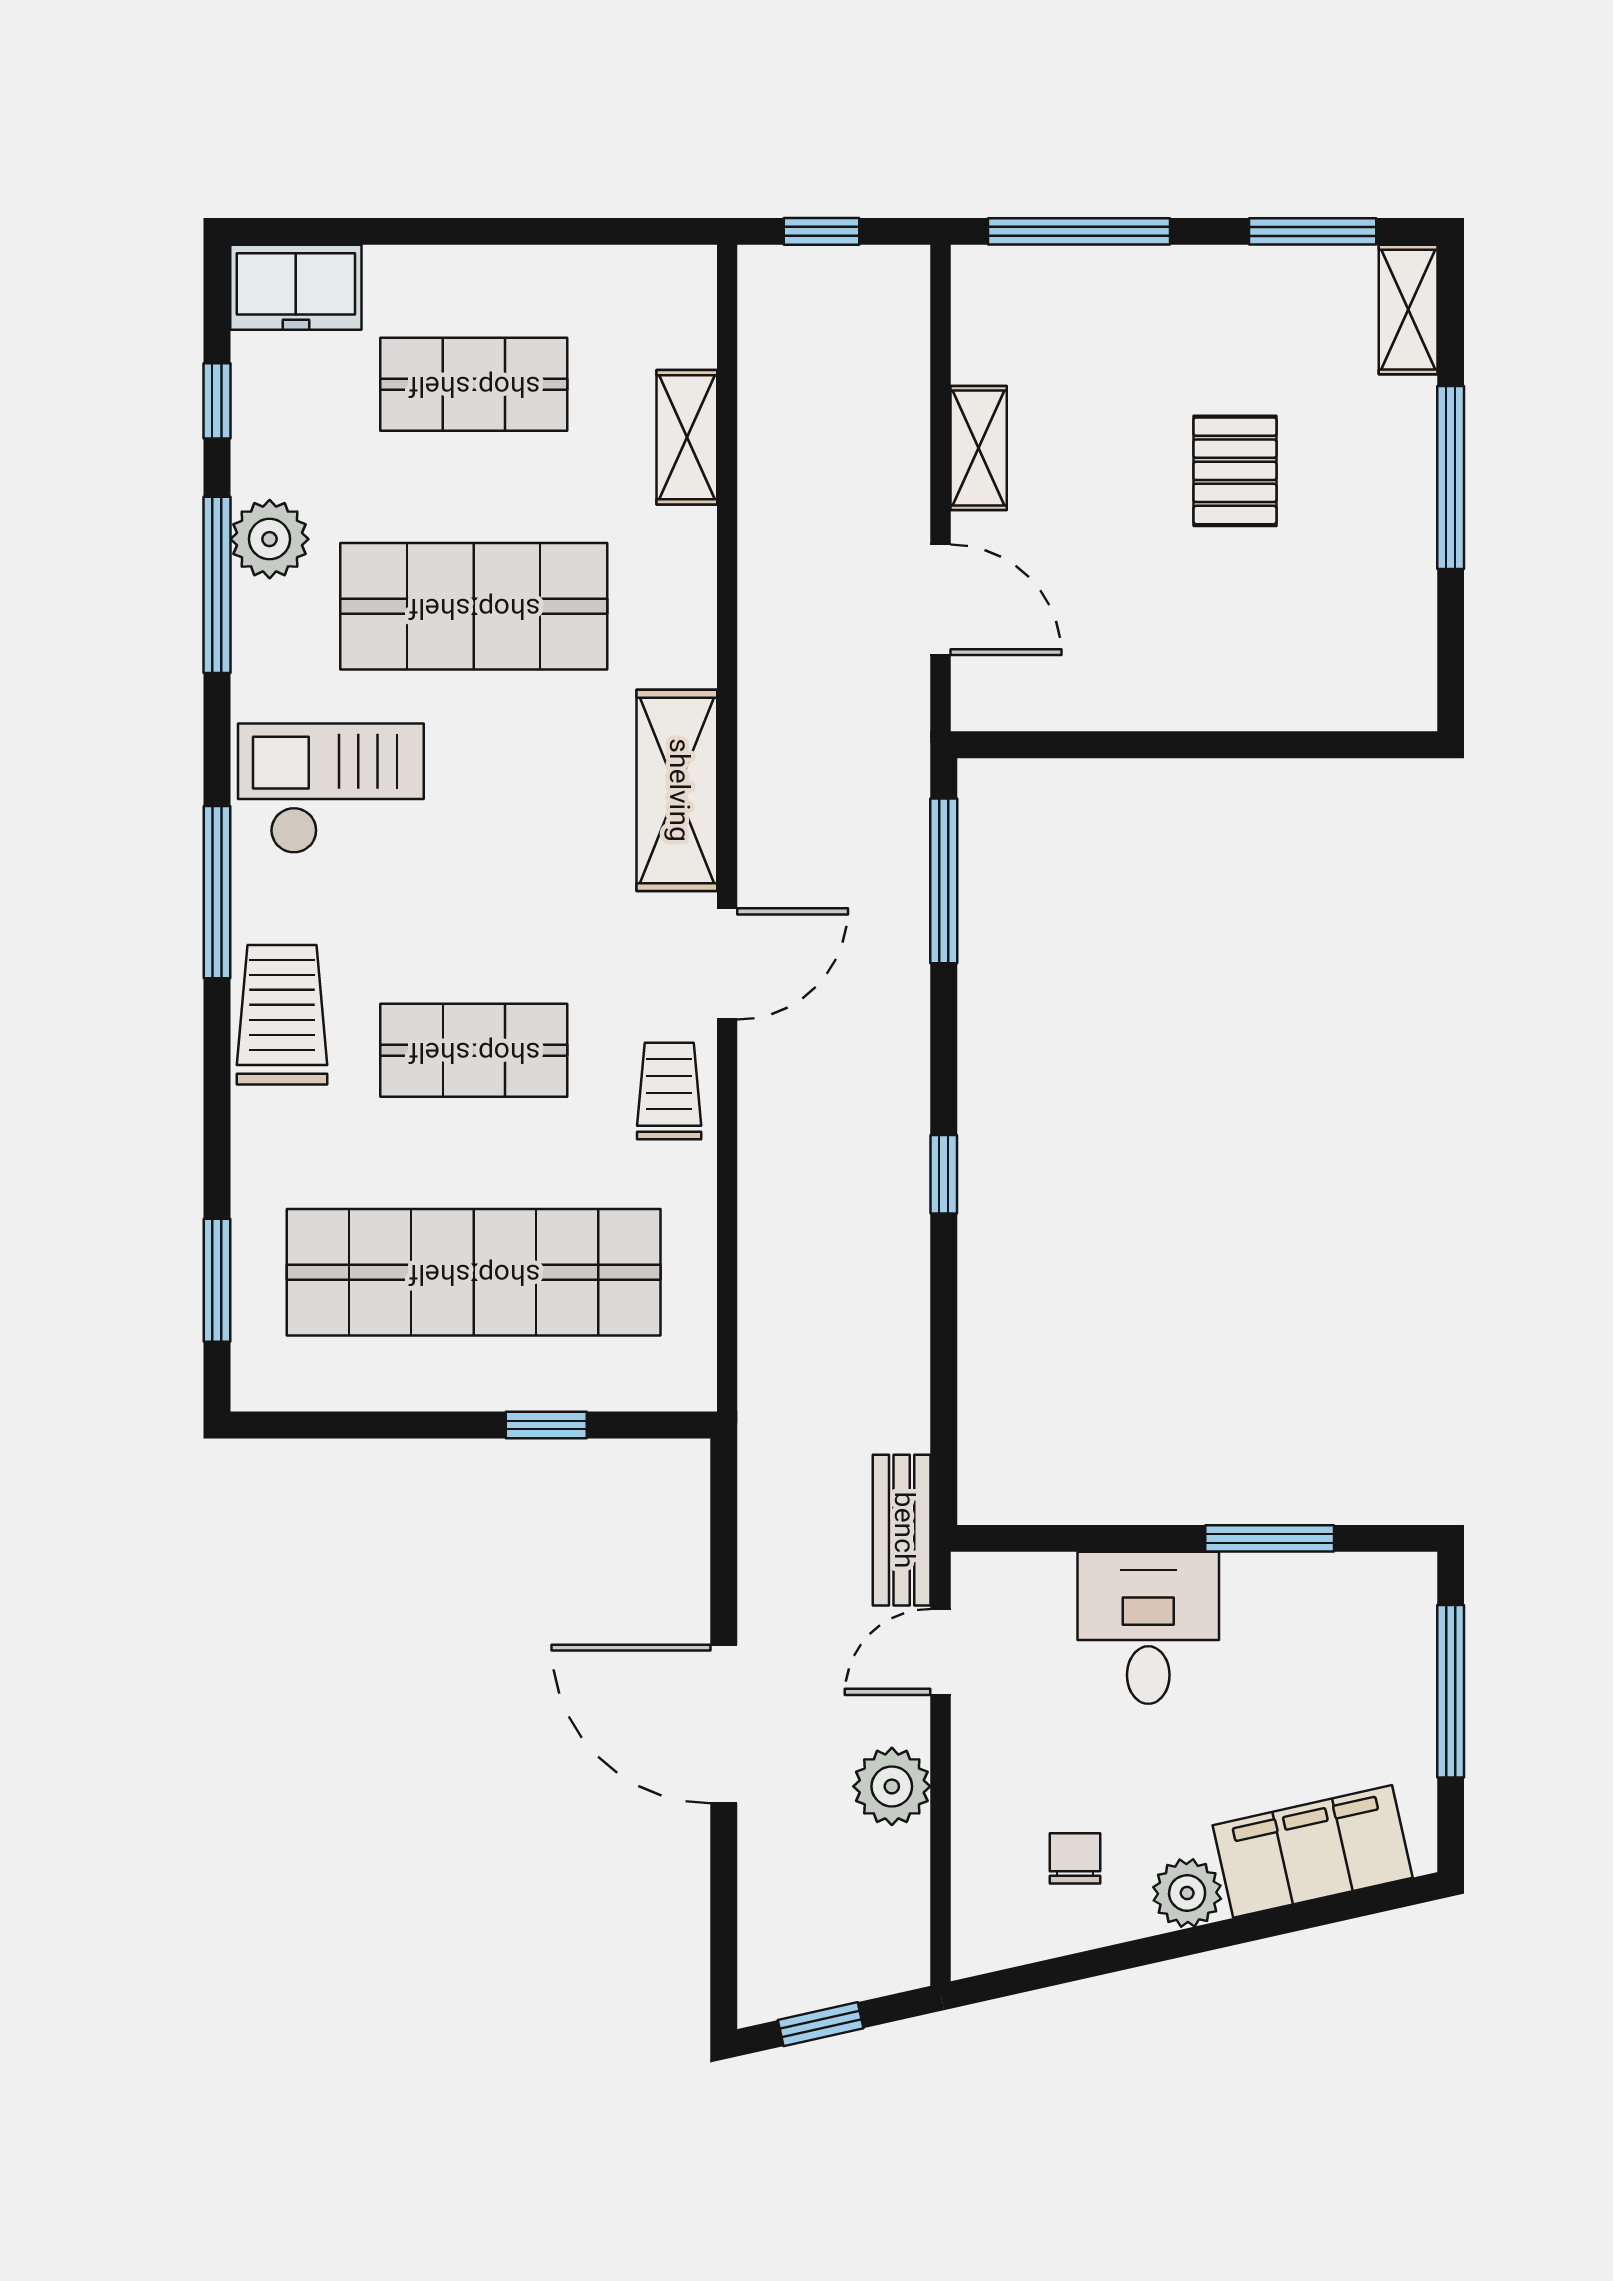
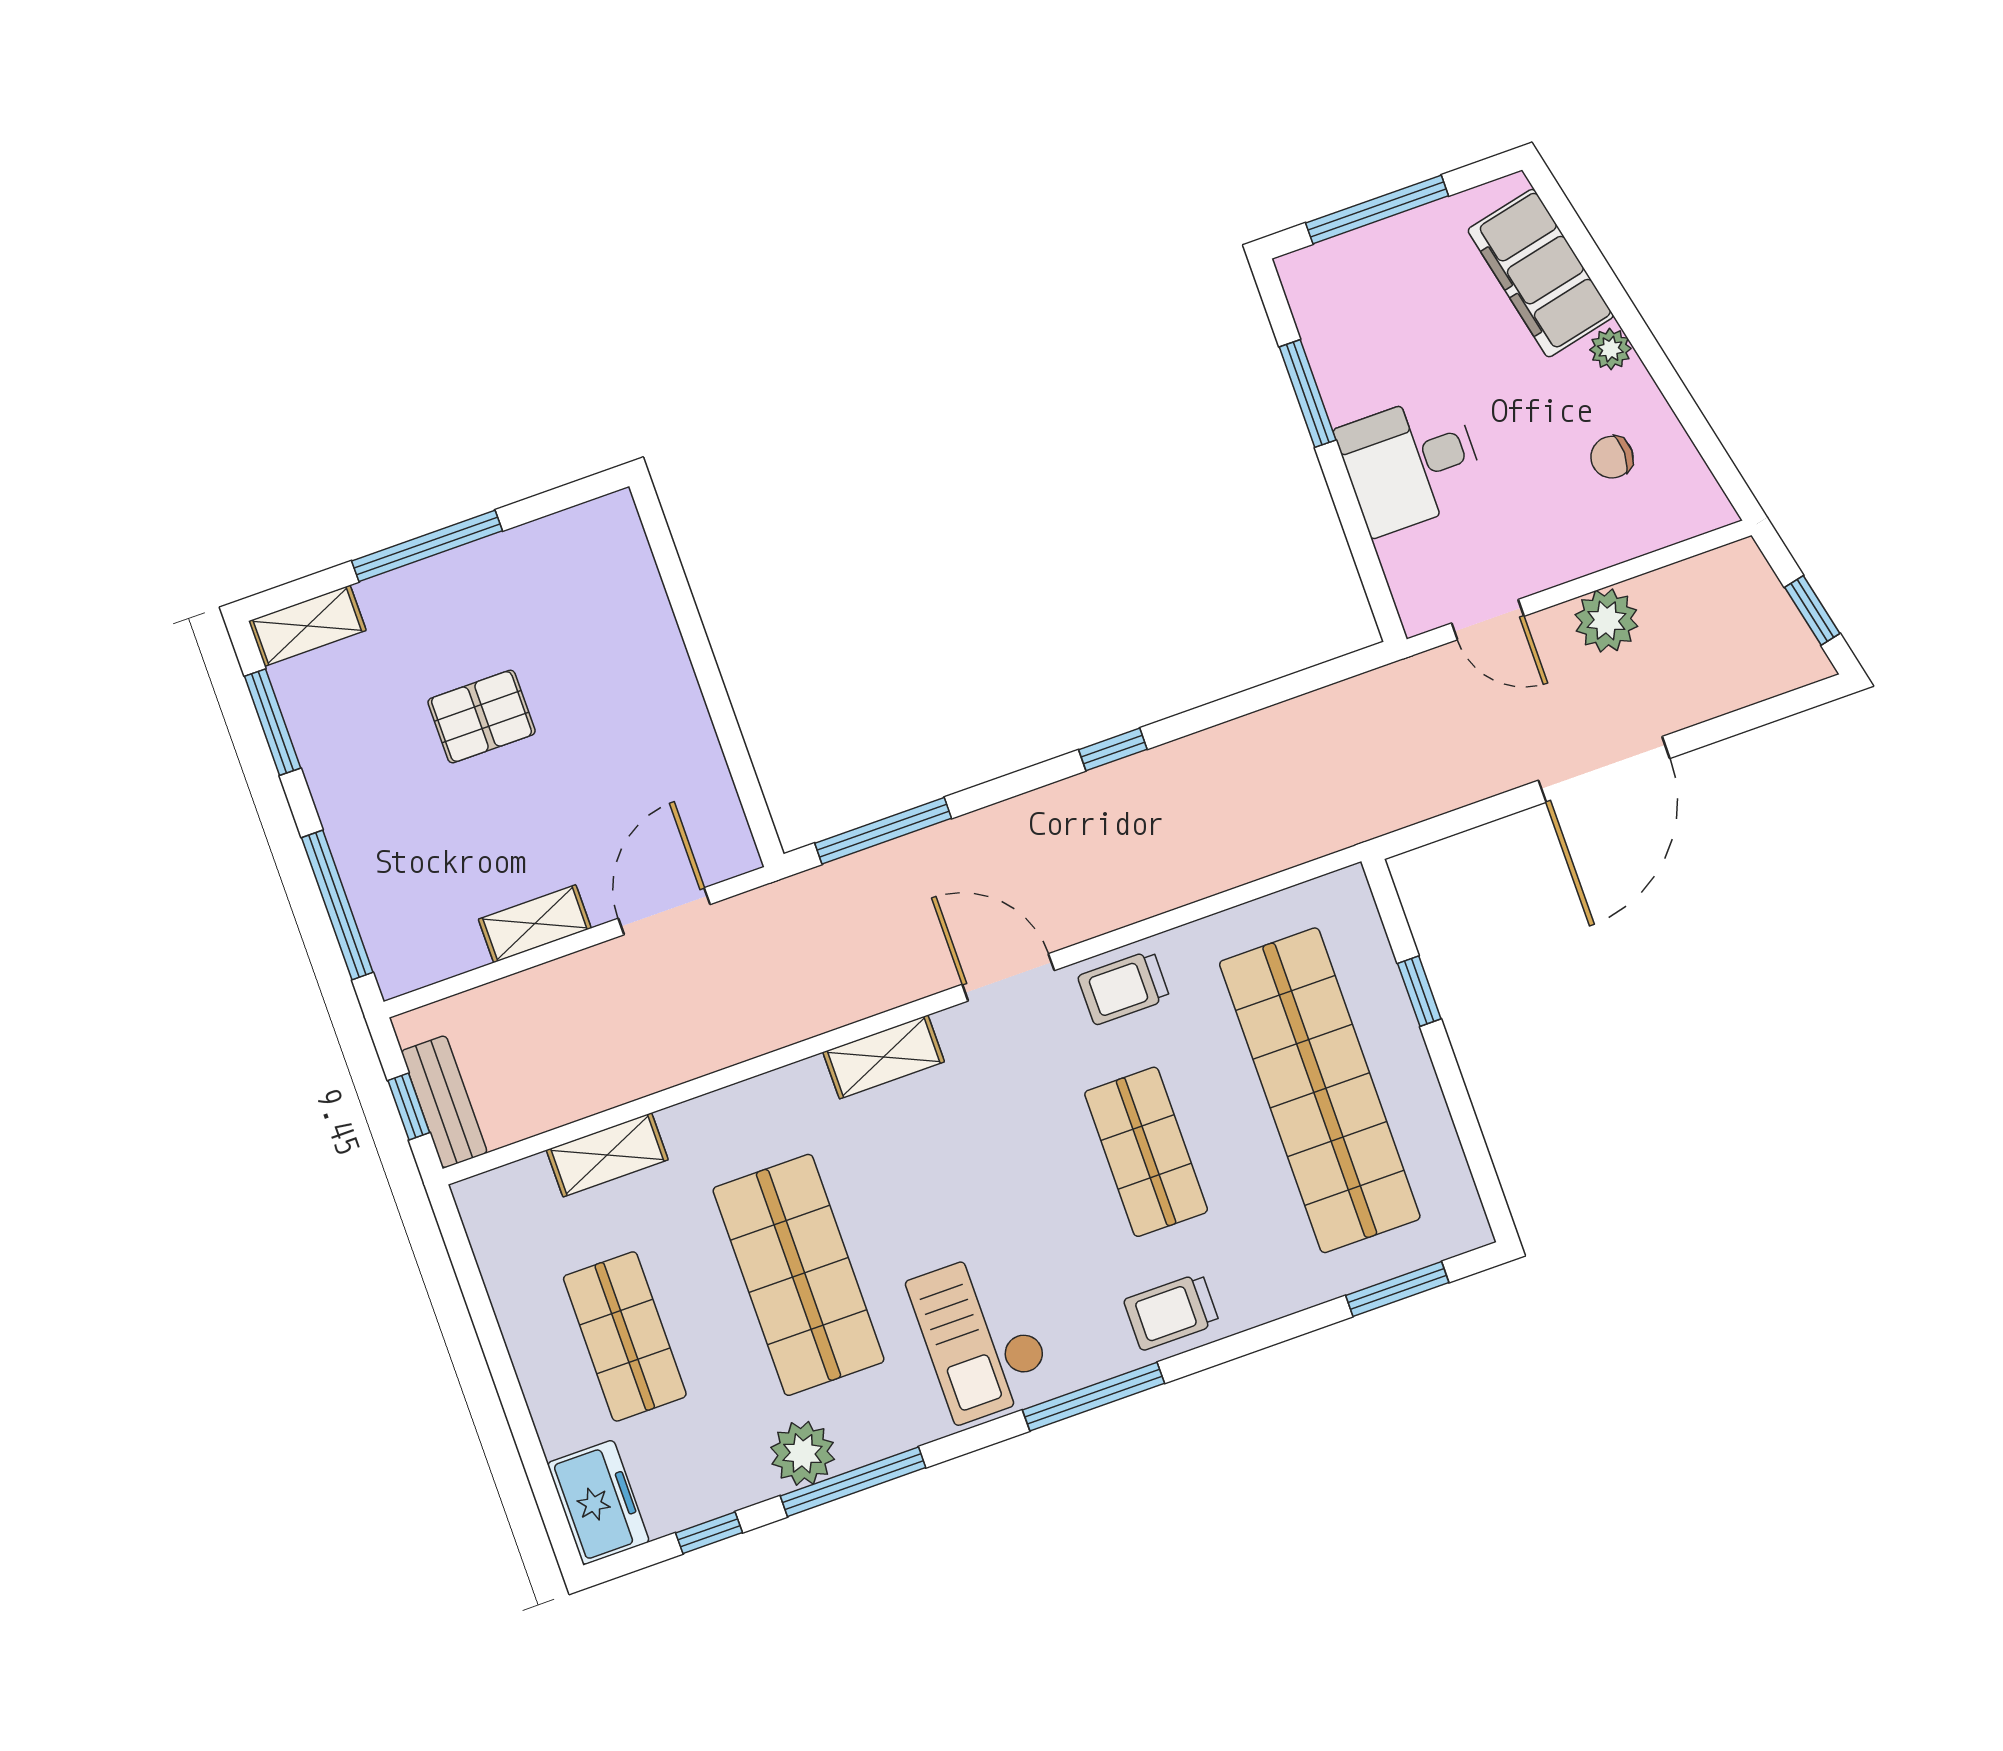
shelving: (677, 790) -> (884, 1057), width x0.67, depth x0.75
trolley: (282, 1015) -> (1171, 1312), width x0.73, depth x0.72
bench: (902, 1530) -> (444, 1102), moved, turned 90
plant: (1187, 1893) -> (1610, 349), width x0.73, depth x0.73

